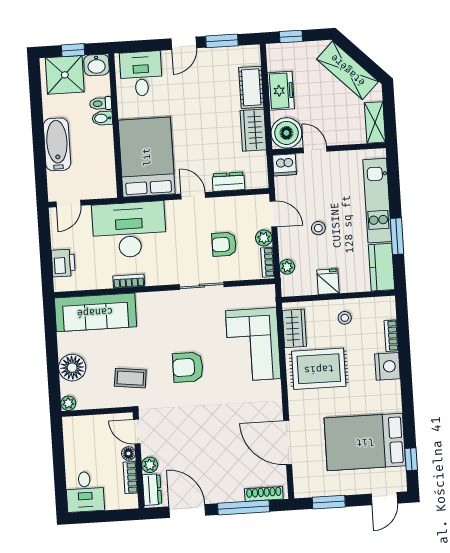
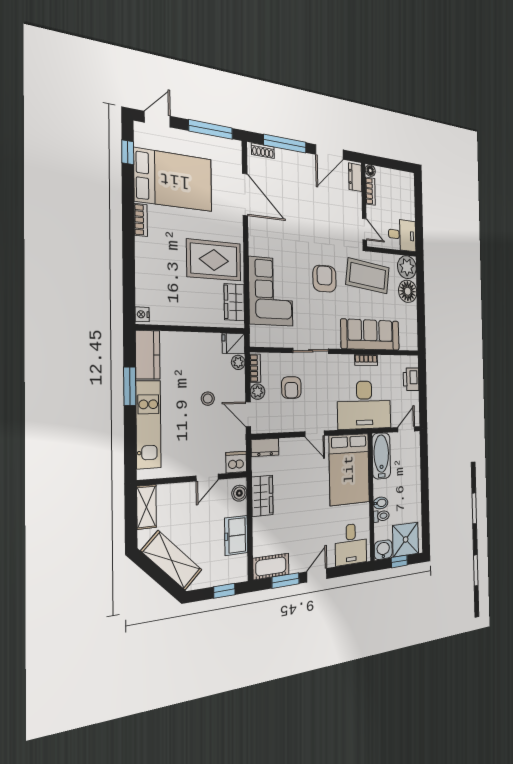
cot: (251, 87) -> (271, 566), moved, turned 90
boiler: (286, 133) -> (239, 493), width x0.54, depth x0.54
bathtub: (57, 144) -> (381, 456), moved, turned 180
door: (315, 150) -> (207, 478), hinge flipped
dresser: (228, 182) -> (265, 447), moved
armchair: (224, 244) -> (291, 388), turned 90
fridge: (328, 282) -> (234, 343), moved, turned 90
sofa: (95, 312) -> (370, 335), moved
stool: (345, 318) -> (187, 307), removed
bookcase: (391, 336) -> (141, 220), moved
nightstand: (387, 366) -> (142, 314), moved, width x0.53, depth x0.56
armchair: (188, 367) -> (325, 279), turned -90
coffee table: (130, 378) -> (368, 276), width x1.86, depth x1.72
plant: (68, 403) -> (407, 267), width x1.87, depth x1.87
floor lamp: (128, 453) -> (370, 171), moved
plant: (150, 465) -> (356, 199), removed
desk: (85, 492) -> (402, 235), moved, turned 90
shoe rack: (264, 494) -> (263, 151), width x0.70
window: (329, 502) -> (211, 129), width x1.44
door: (187, 511) -> (330, 152), hinge flipped

